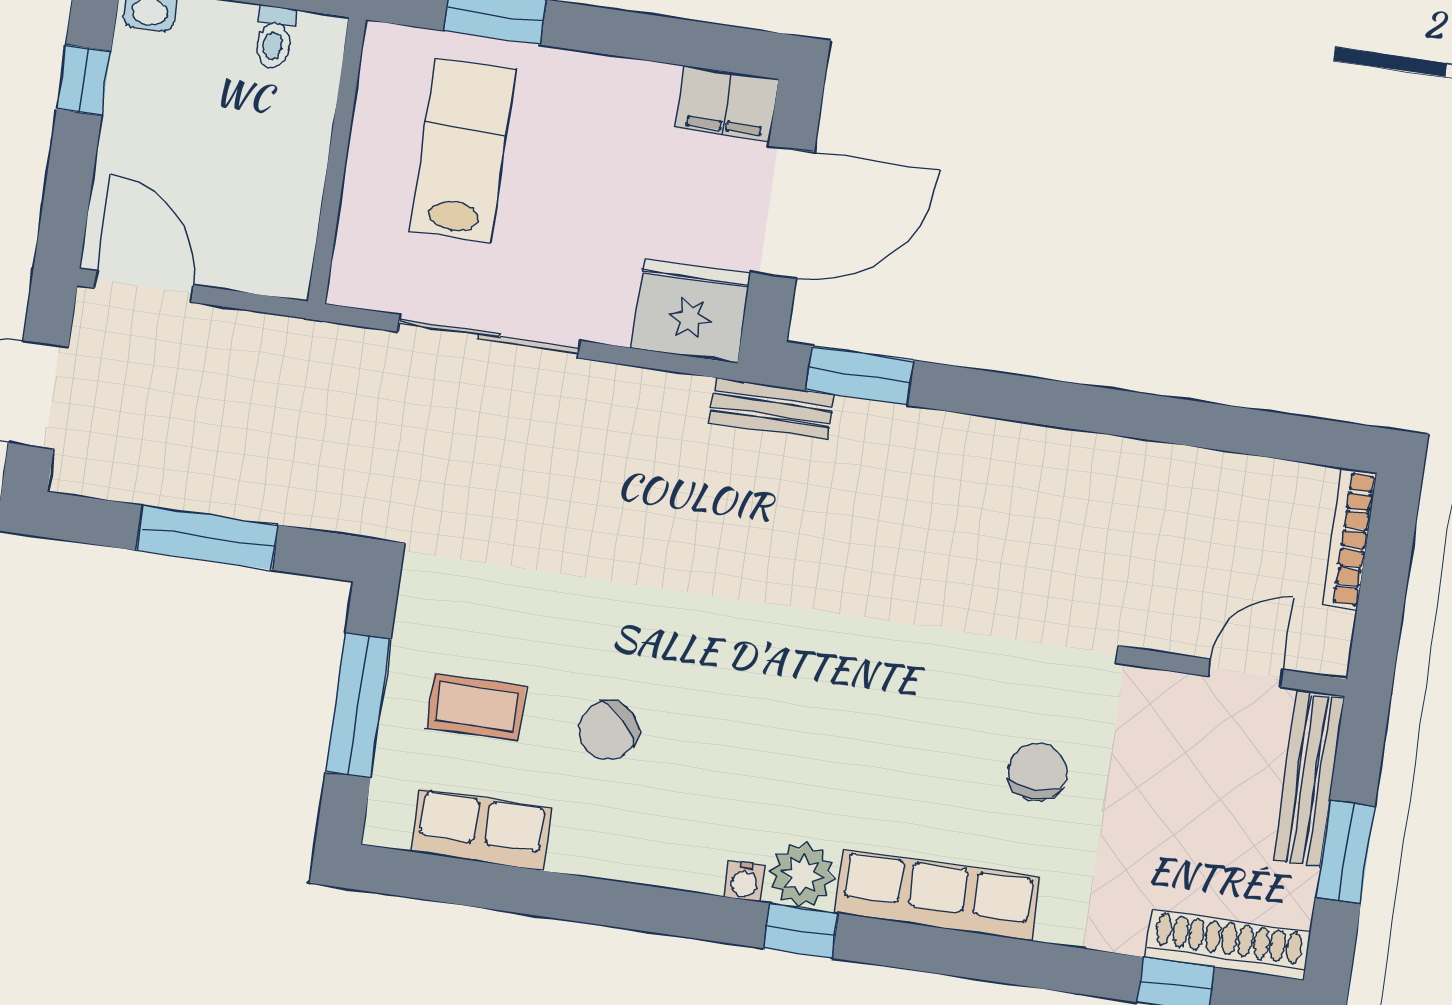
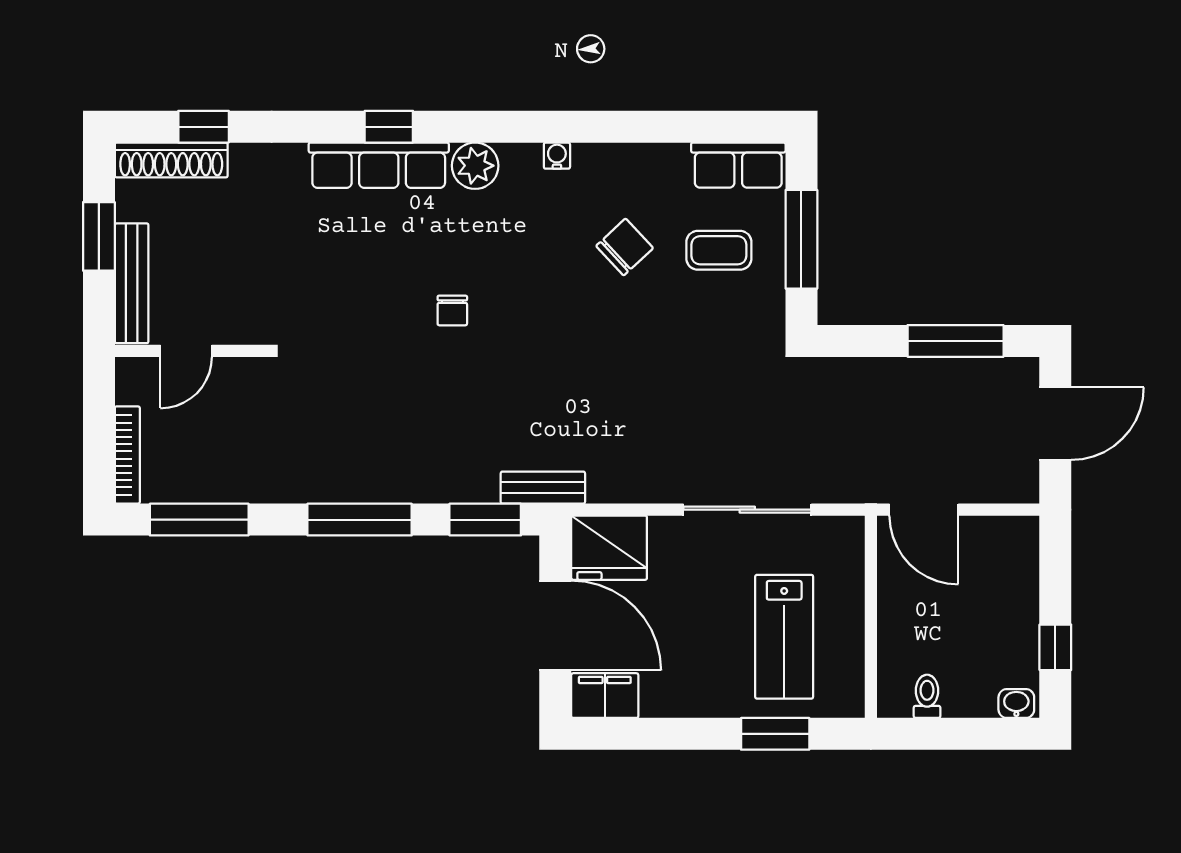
door: (782, 212) -> (555, 625), swing flipped
door: (144, 286) -> (924, 510), moved
window: (1036, 401) -> (360, 520), added
window: (1262, 433) -> (199, 520), added
window: (207, 538) -> (956, 341), moved
chair: (1037, 772) -> (452, 311), moved, width x0.73, depth x0.73
row of seats: (481, 829) -> (738, 165), moved
water cooler: (744, 881) -> (557, 156), moved
window: (801, 931) -> (389, 127), moved

